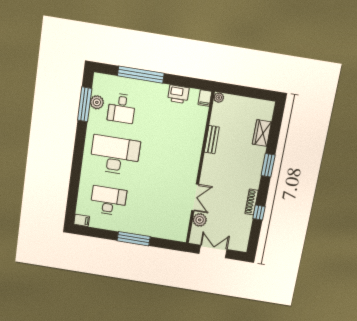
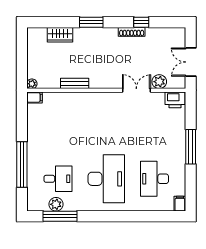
printer: (178, 94) -> (175, 100), moved, turned 90
desk: (115, 155) -> (106, 179), turned 180

